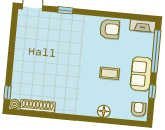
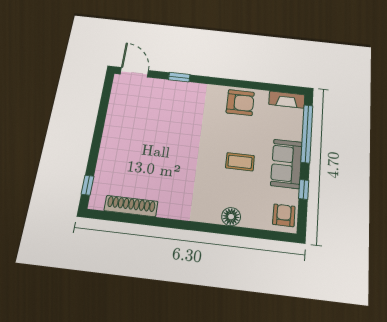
plant: (14, 104) -> (96, 202), removed

